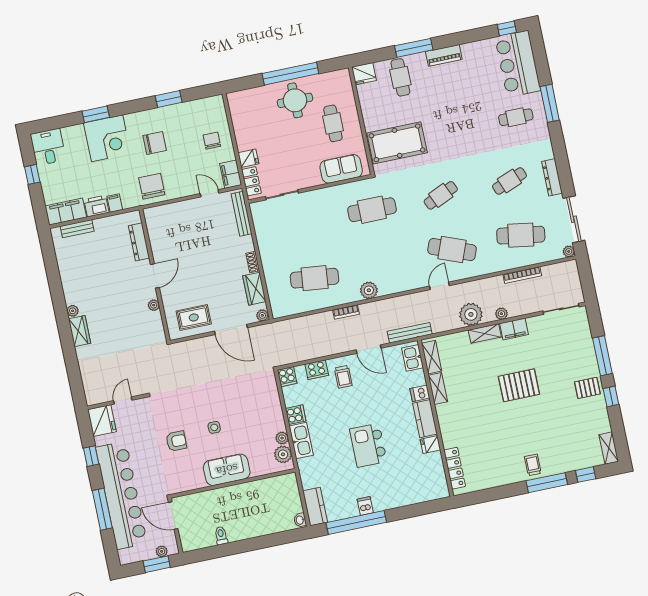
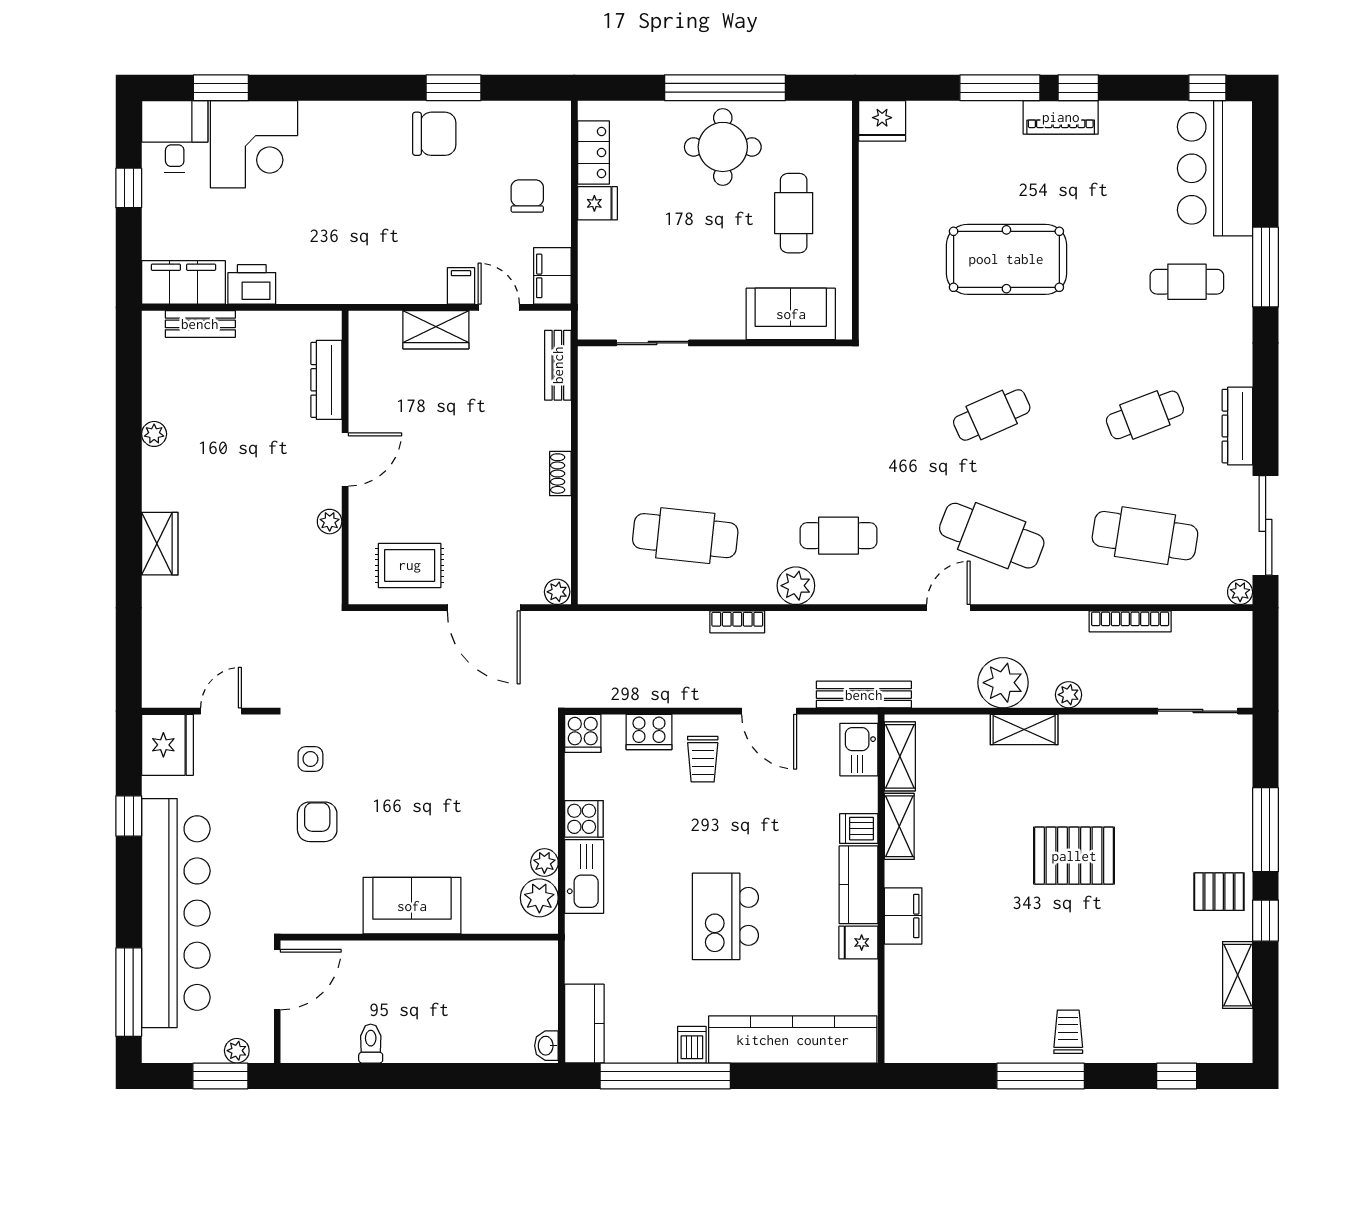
window: (449, 40) -> (1078, 88), added
cafe table: (400, 77) -> (958, 145), removed
window: (96, 114) -> (221, 88), moved
corner desk: (107, 138) -> (254, 144), moved
chair: (155, 143) -> (434, 134), moved
pool table: (397, 143) -> (1006, 259), moved
fridge: (248, 158) -> (597, 203), moved
locker: (251, 181) -> (594, 152), moved
chair: (152, 186) -> (379, 267), removed
filing cabinet: (115, 203) -> (461, 286), moved
cafe table: (372, 210) -> (838, 536), moved, width x0.73, depth x0.74
bench: (241, 214) -> (558, 365), width x0.73
wardrobe: (254, 289) -> (436, 330), moved, turned -90
plant: (73, 311) -> (154, 434), moved
filing cabinet: (514, 329) -> (903, 916), moved, turned -90
side table: (214, 427) -> (310, 759), moved
armchair: (176, 441) -> (317, 822), turned -90
shelving: (609, 448) -> (1238, 975), moved
locker: (455, 468) -> (900, 1004), removed
window: (547, 483) -> (1041, 1076), moved
kitchen counter: (410, 494) -> (793, 1040), added
window: (102, 509) -> (129, 992), moved
door: (173, 516) -> (277, 980), swing flipped

